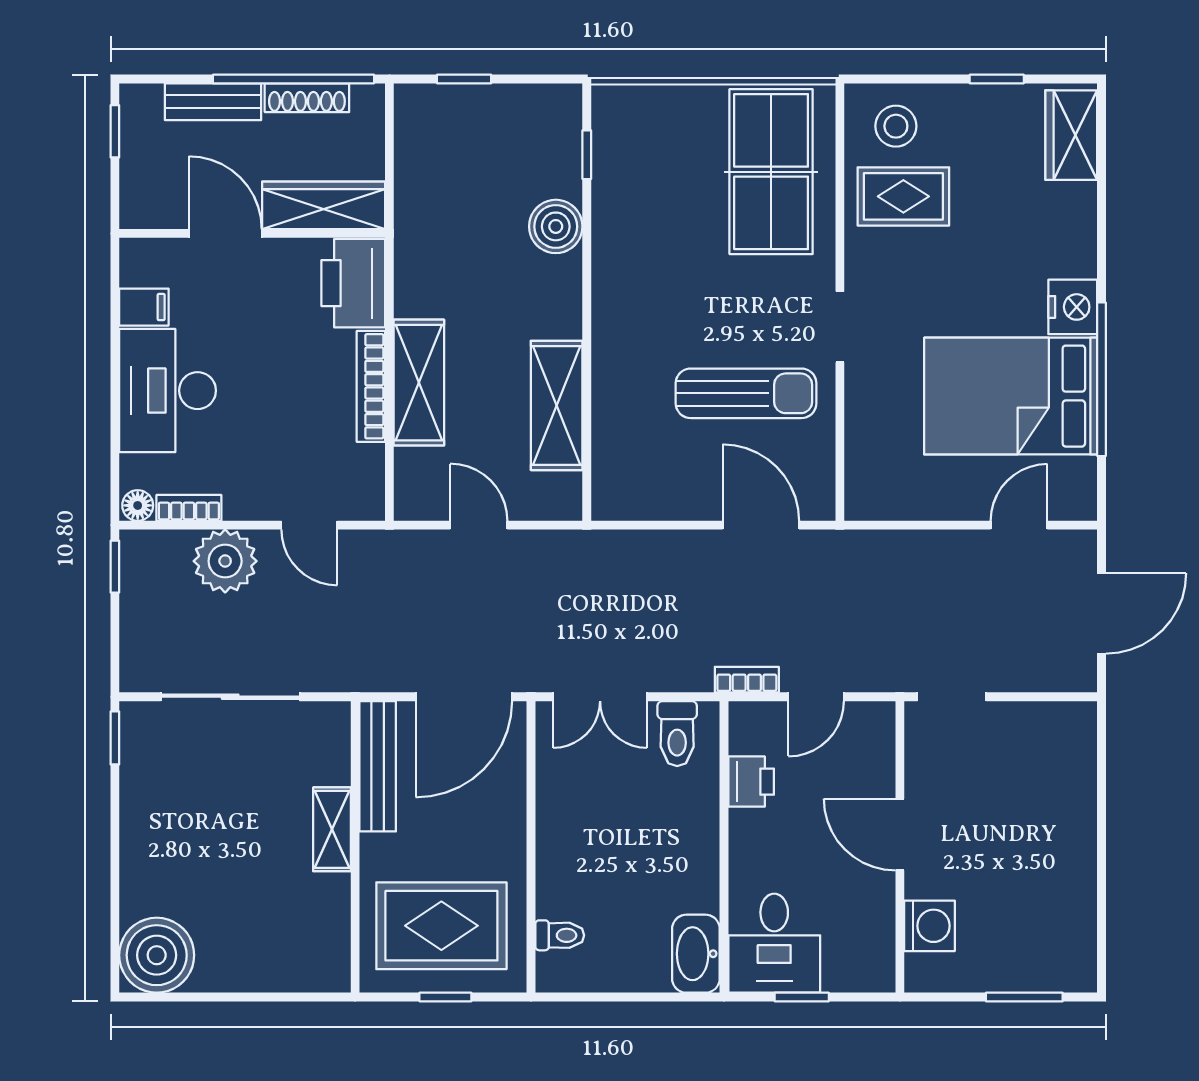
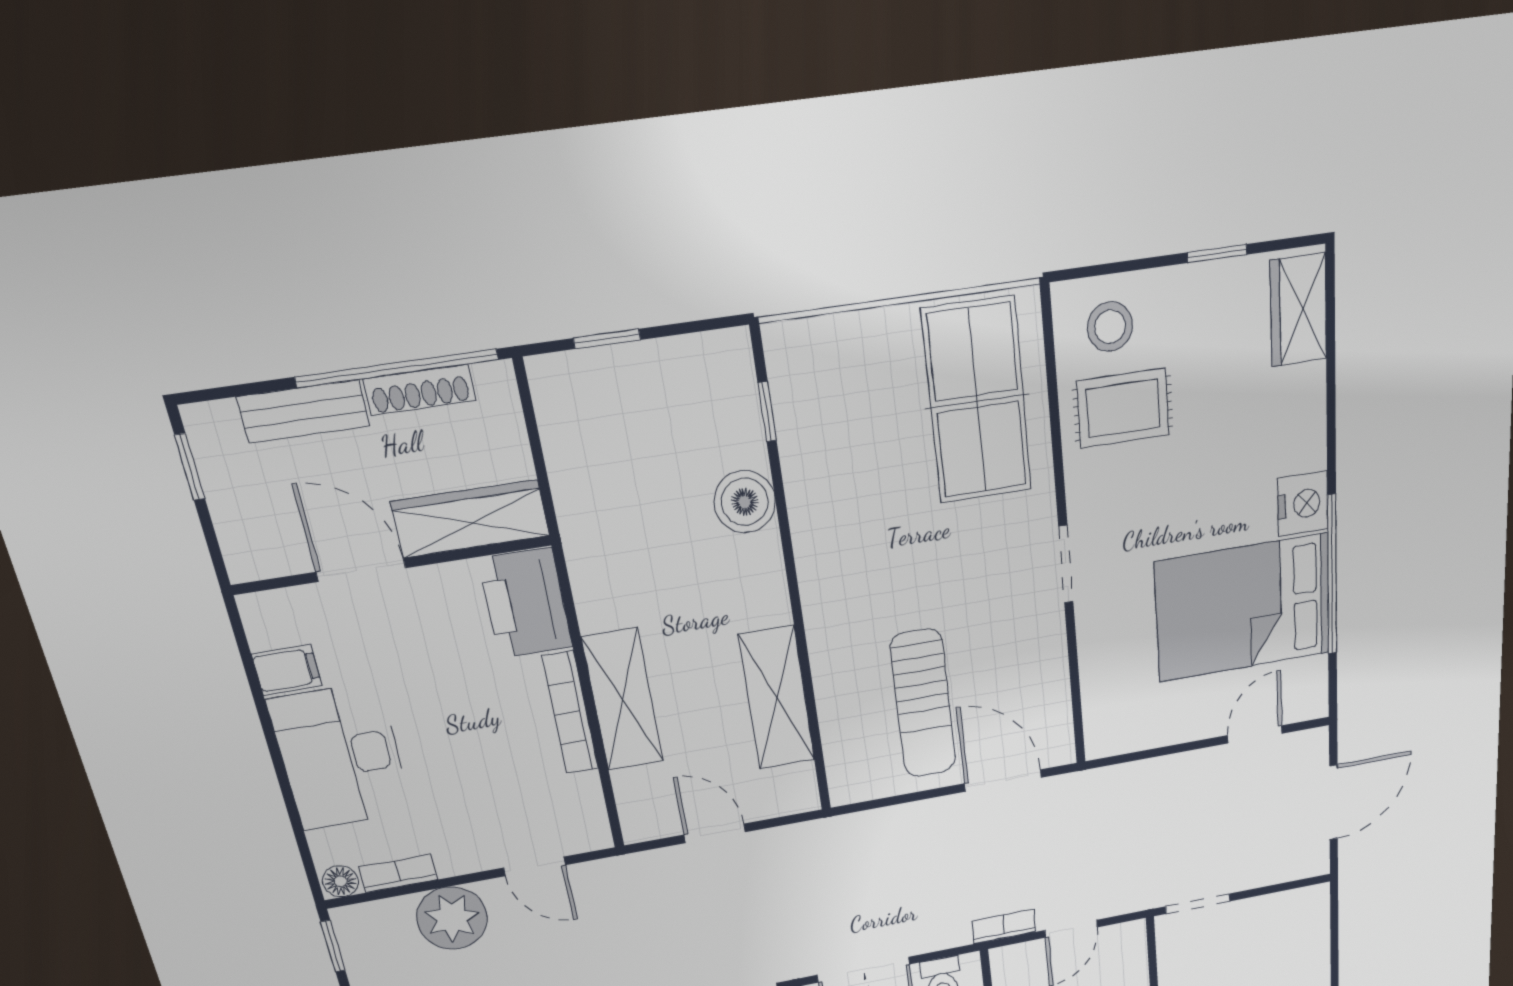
sun lounger: (746, 393) -> (923, 704), moved, turned 90

